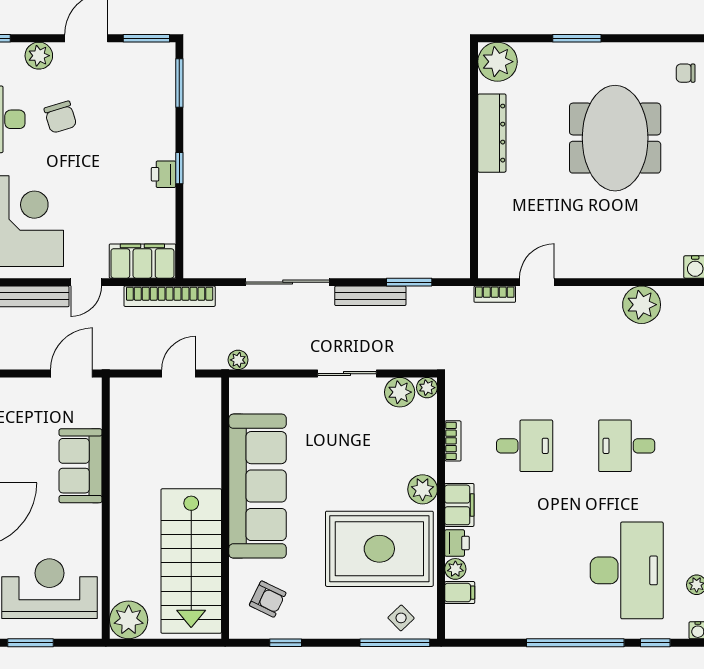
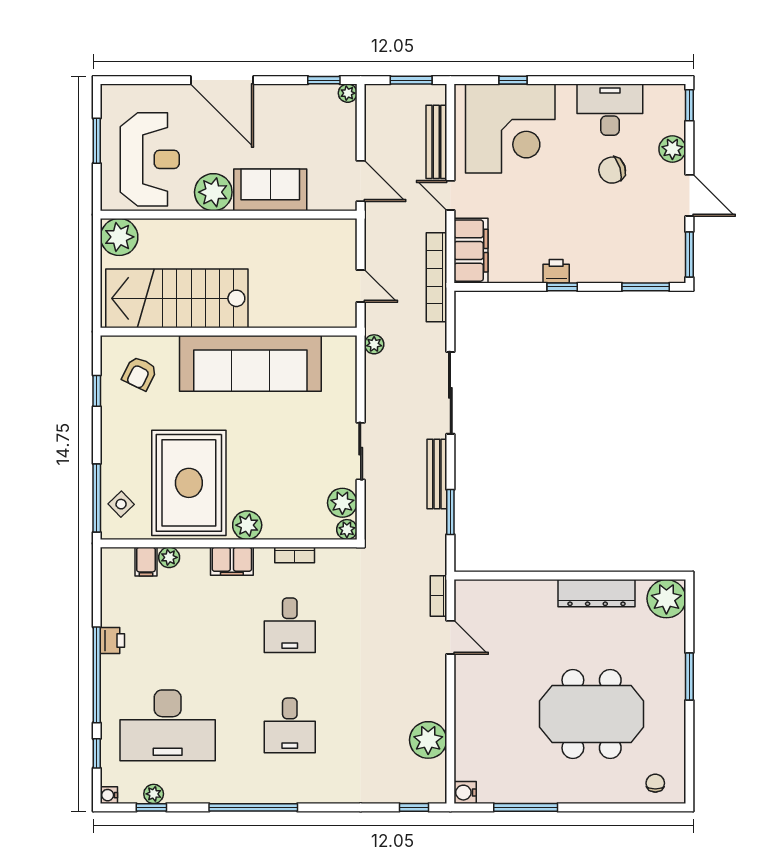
desk: (627, 446) -> (290, 725), turned 180
plant: (83, 524) -> (213, 192), added
printer: (457, 543) -> (112, 641), moved, turned -90

